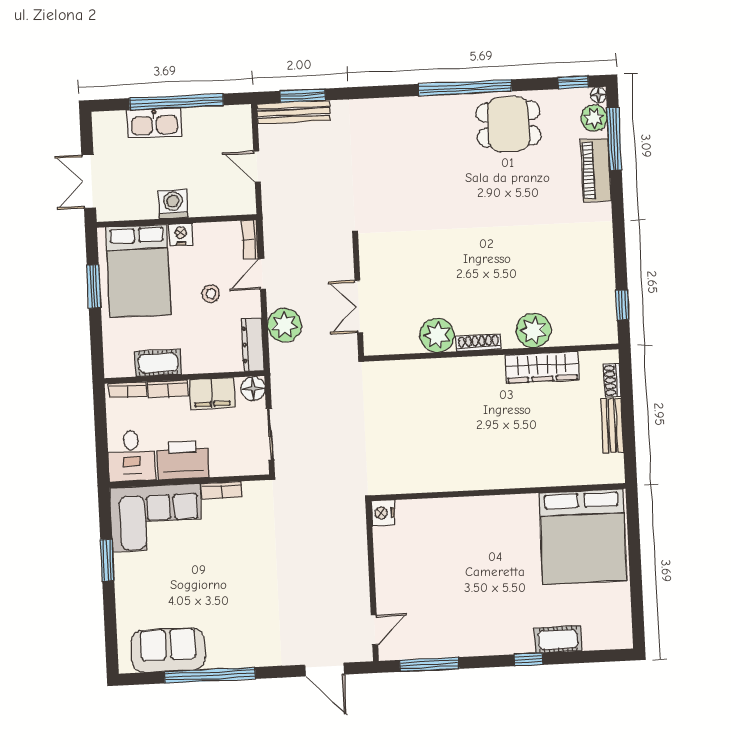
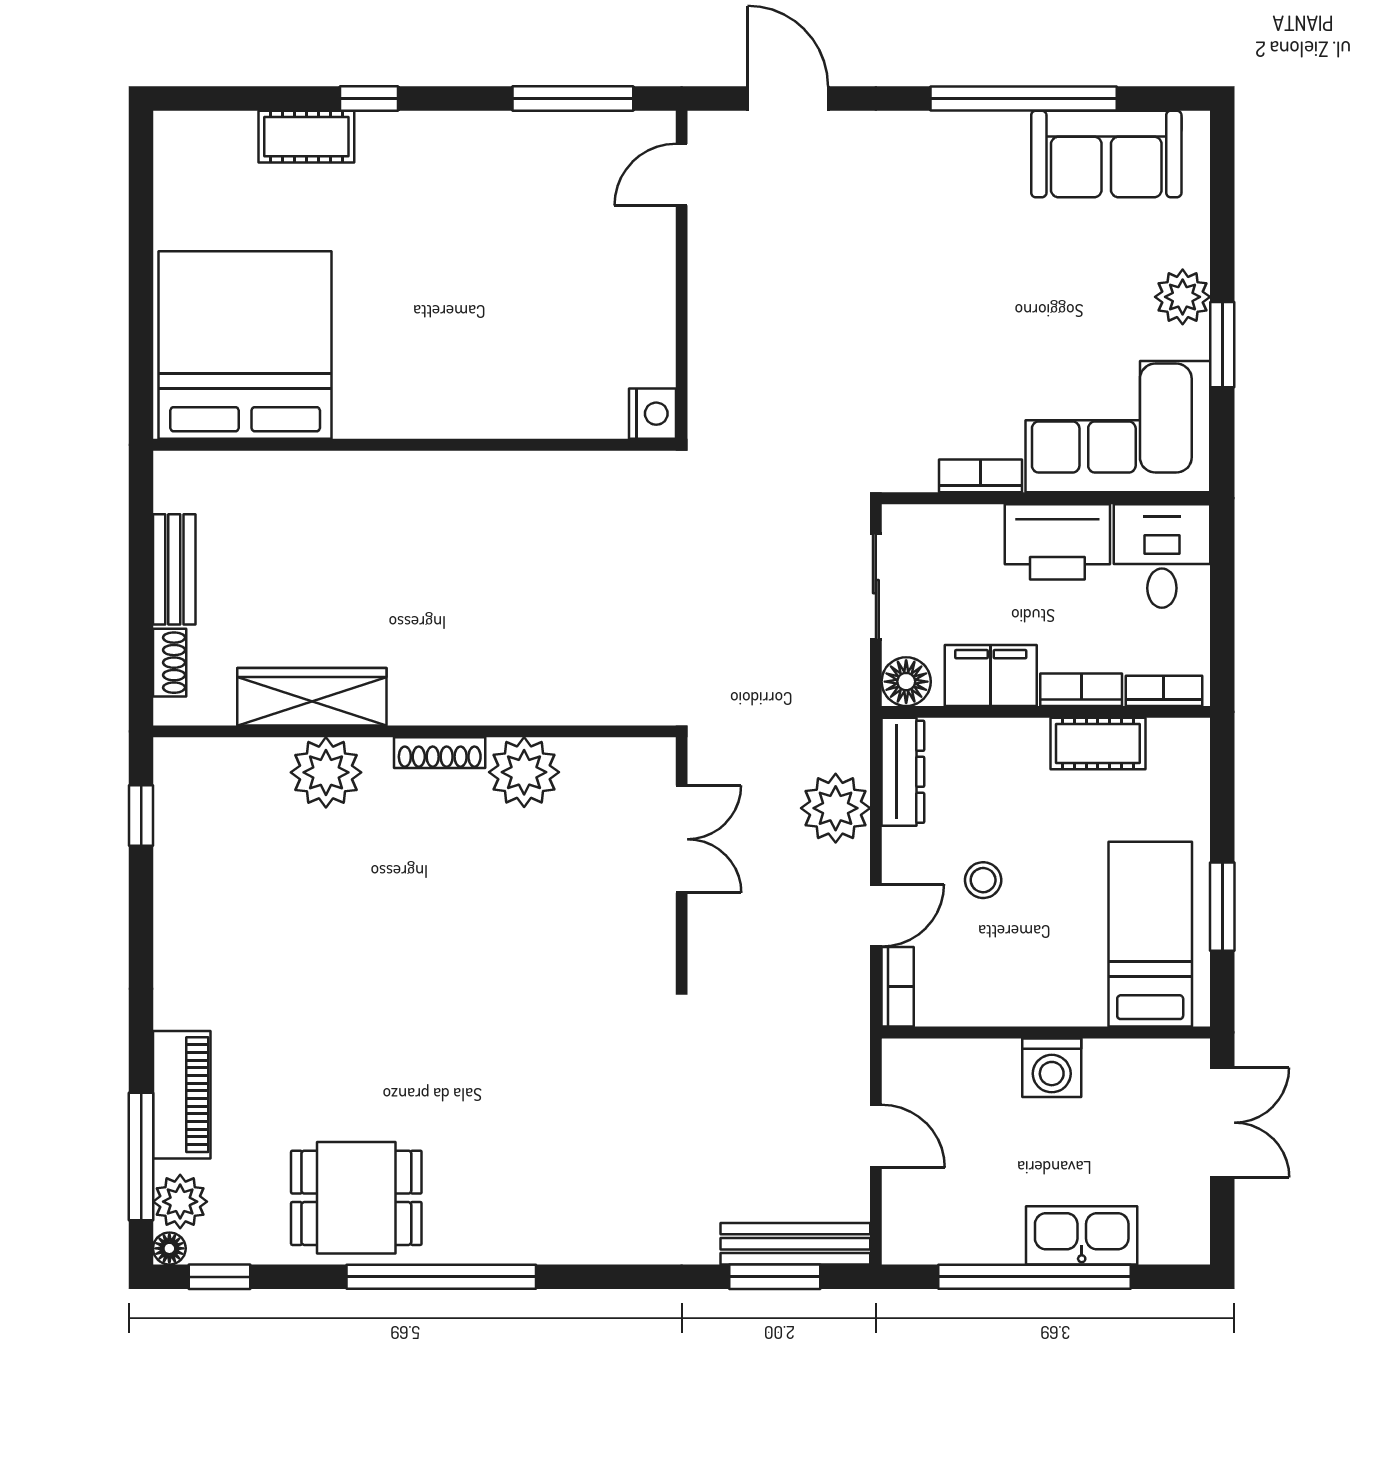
nightstand: (181, 234) -> (1039, 1004), removed
bed: (138, 271) -> (1150, 934), width x0.67
plant: (128, 582) -> (1183, 297), added

